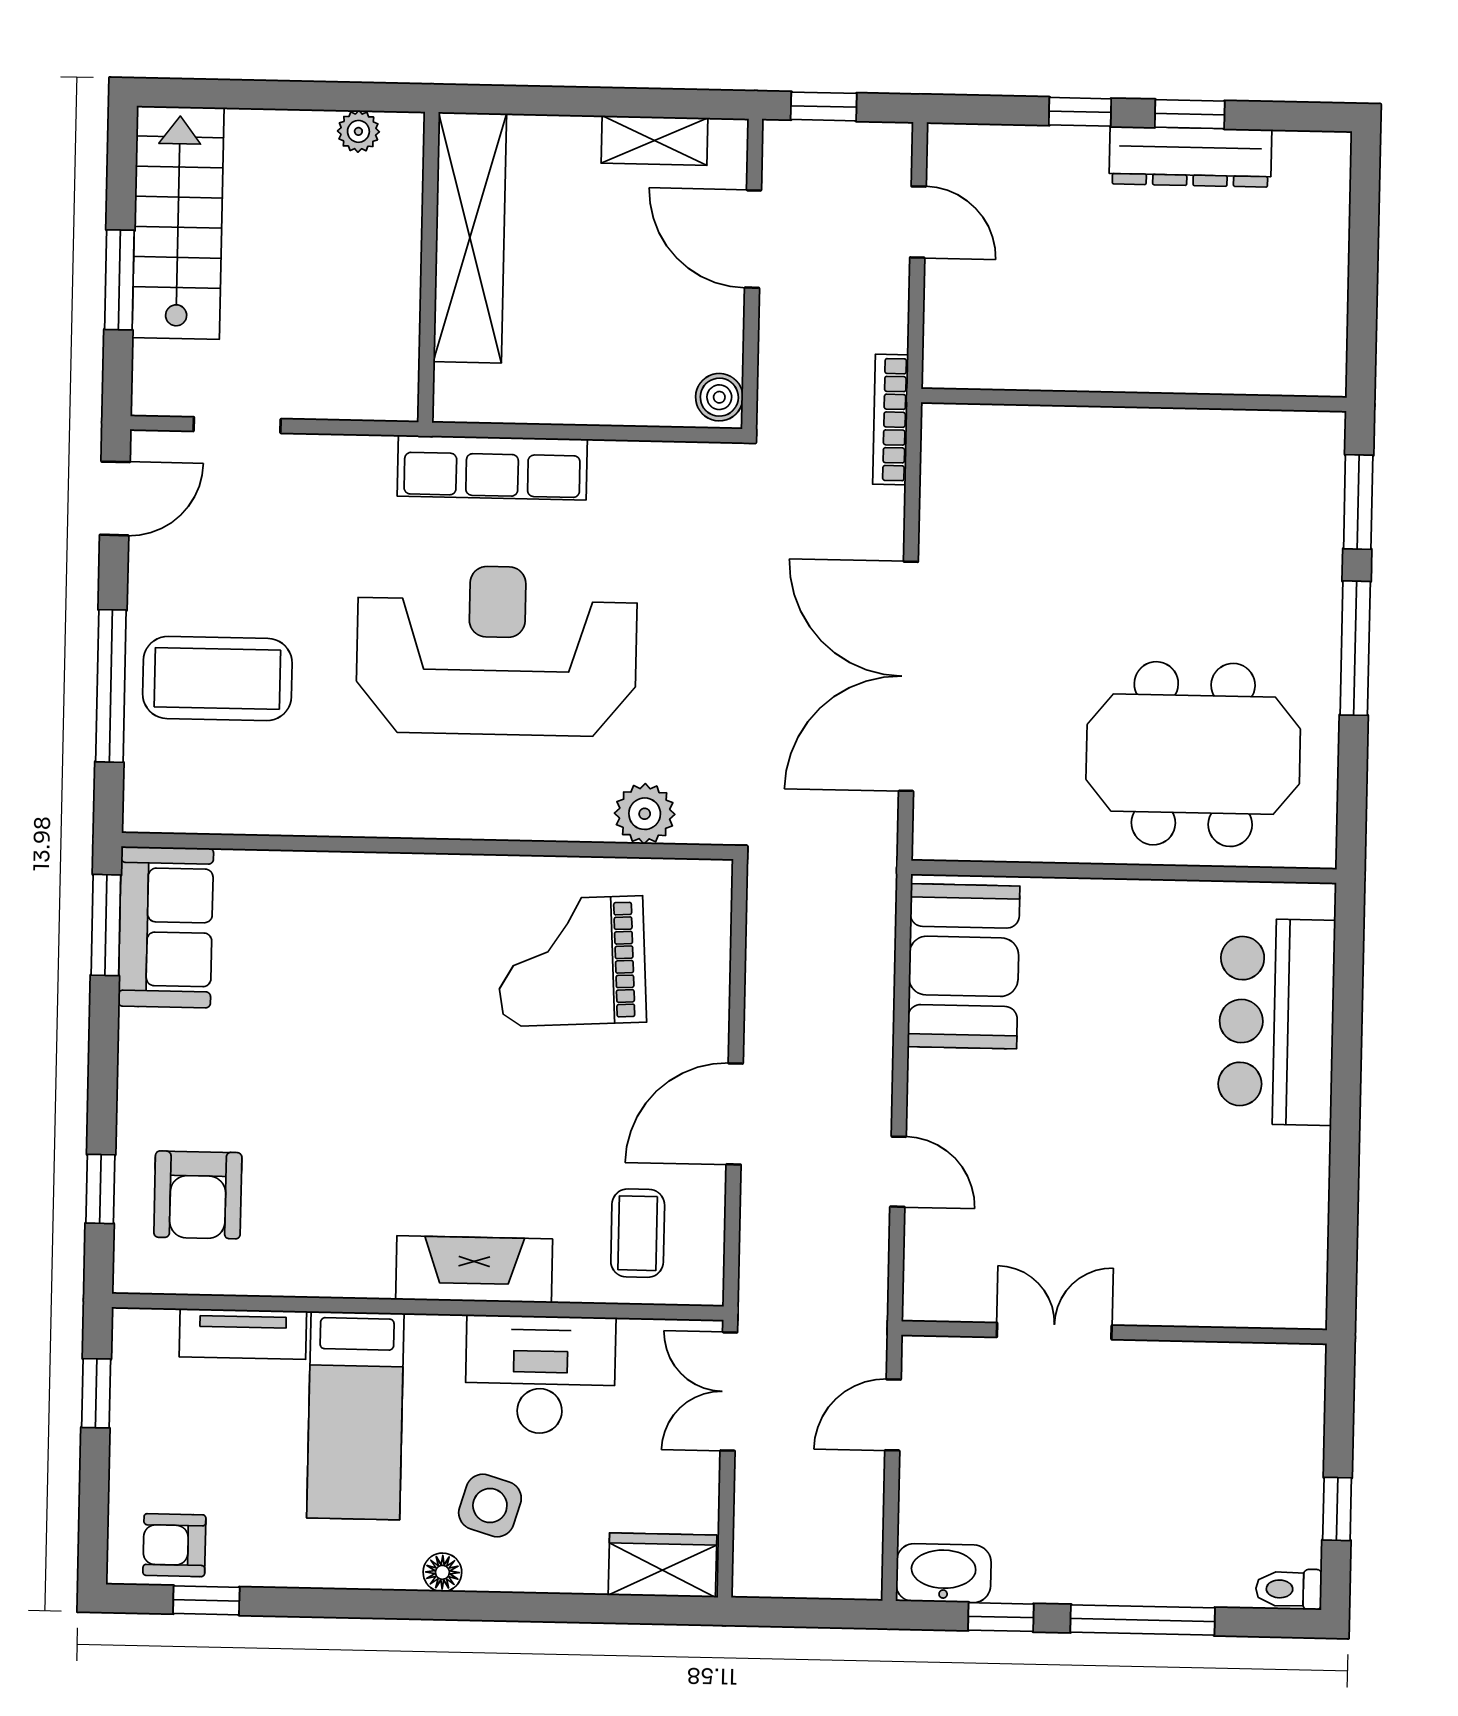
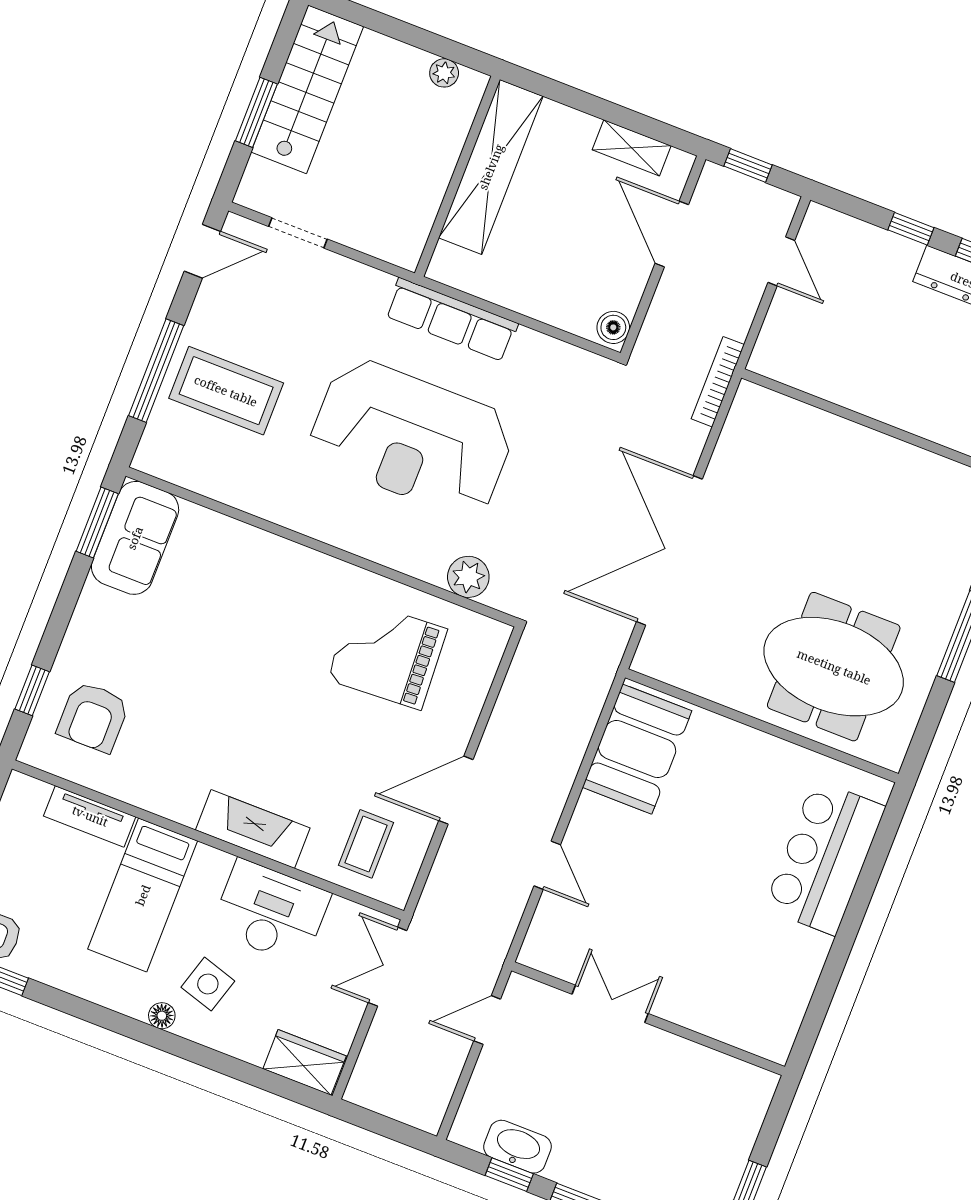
reception desk: (497, 651) -> (412, 438), turned 180
washbasin: (944, 1573) -> (518, 1147), moved

